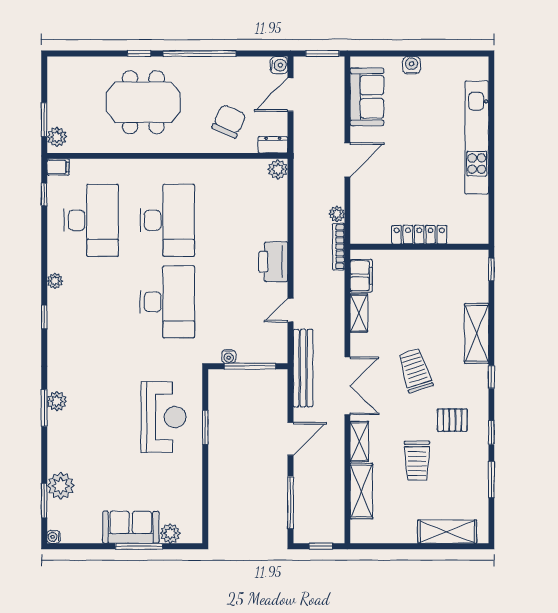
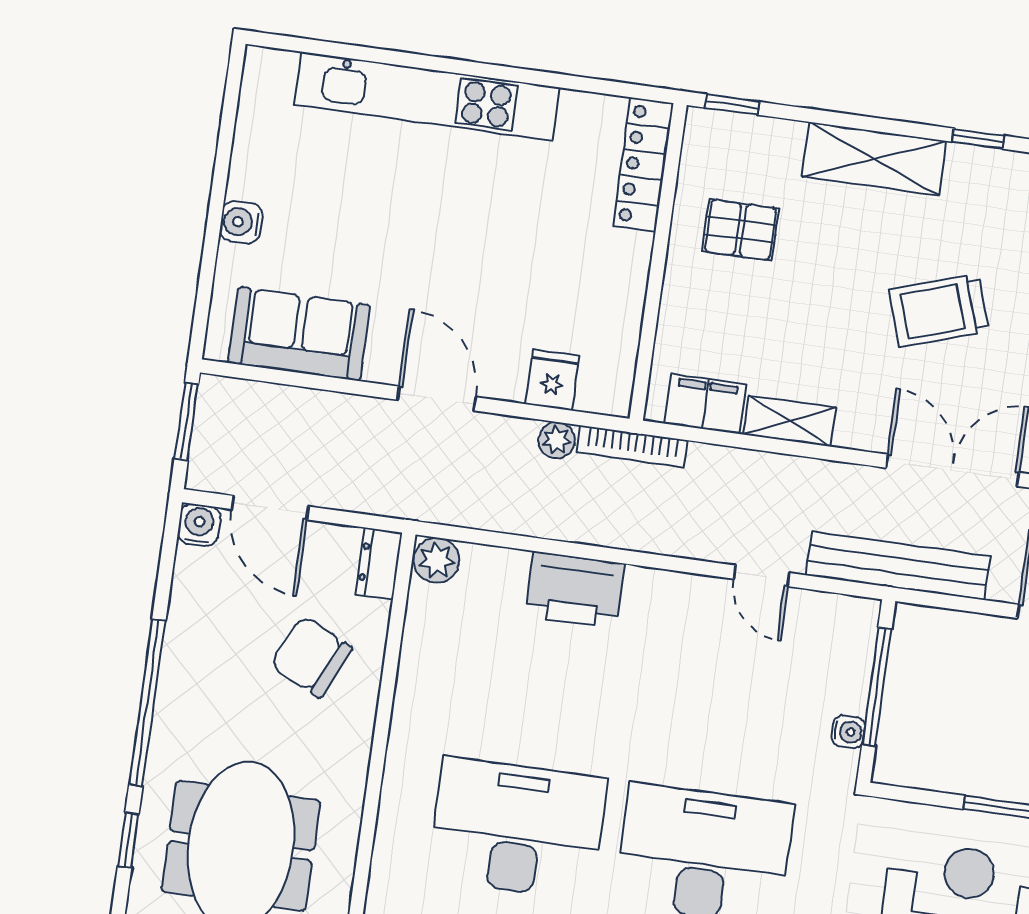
fridge: (362, 208) -> (552, 380), added
locker: (419, 235) -> (643, 165), moved
printer: (273, 262) -> (575, 590), moved
pallet: (438, 280) -> (740, 230), added

